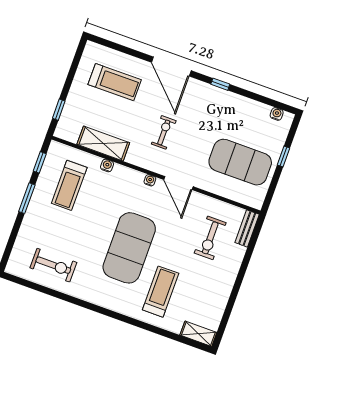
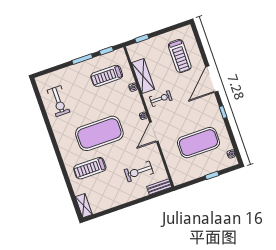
exercise bike: (164, 132) -> (161, 99), moved
exercise mat: (240, 162) -> (198, 143), moved, turned 90
treadmill: (161, 292) -> (90, 168), turned 180

